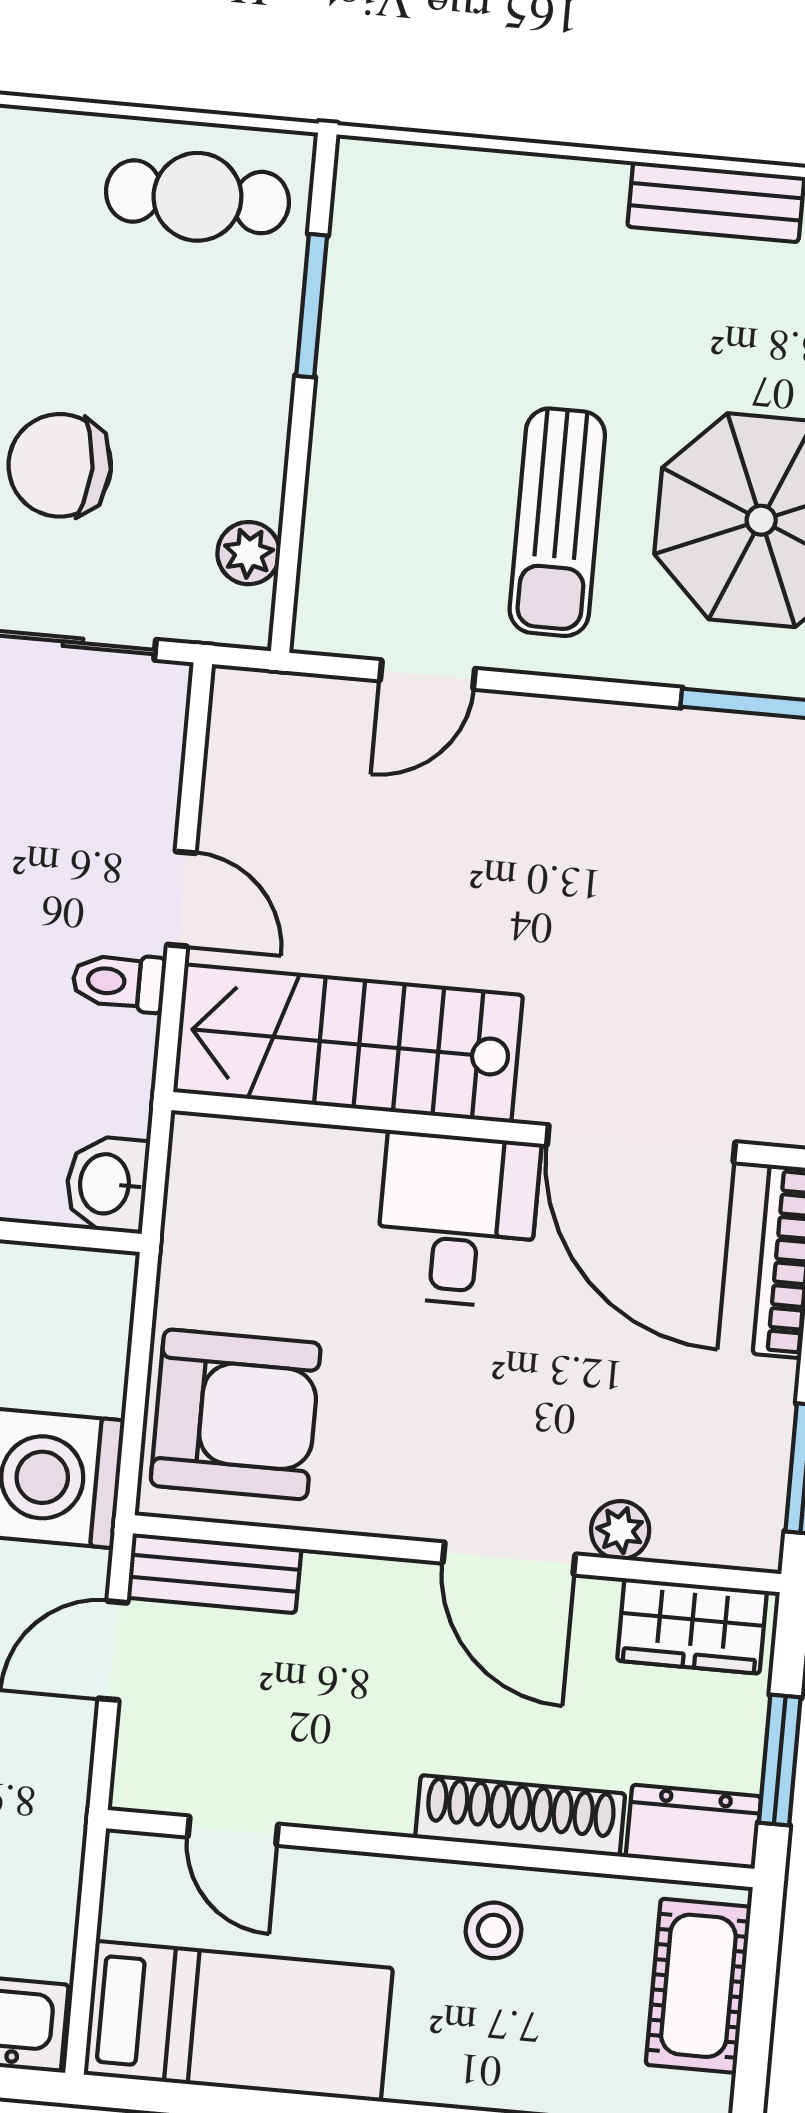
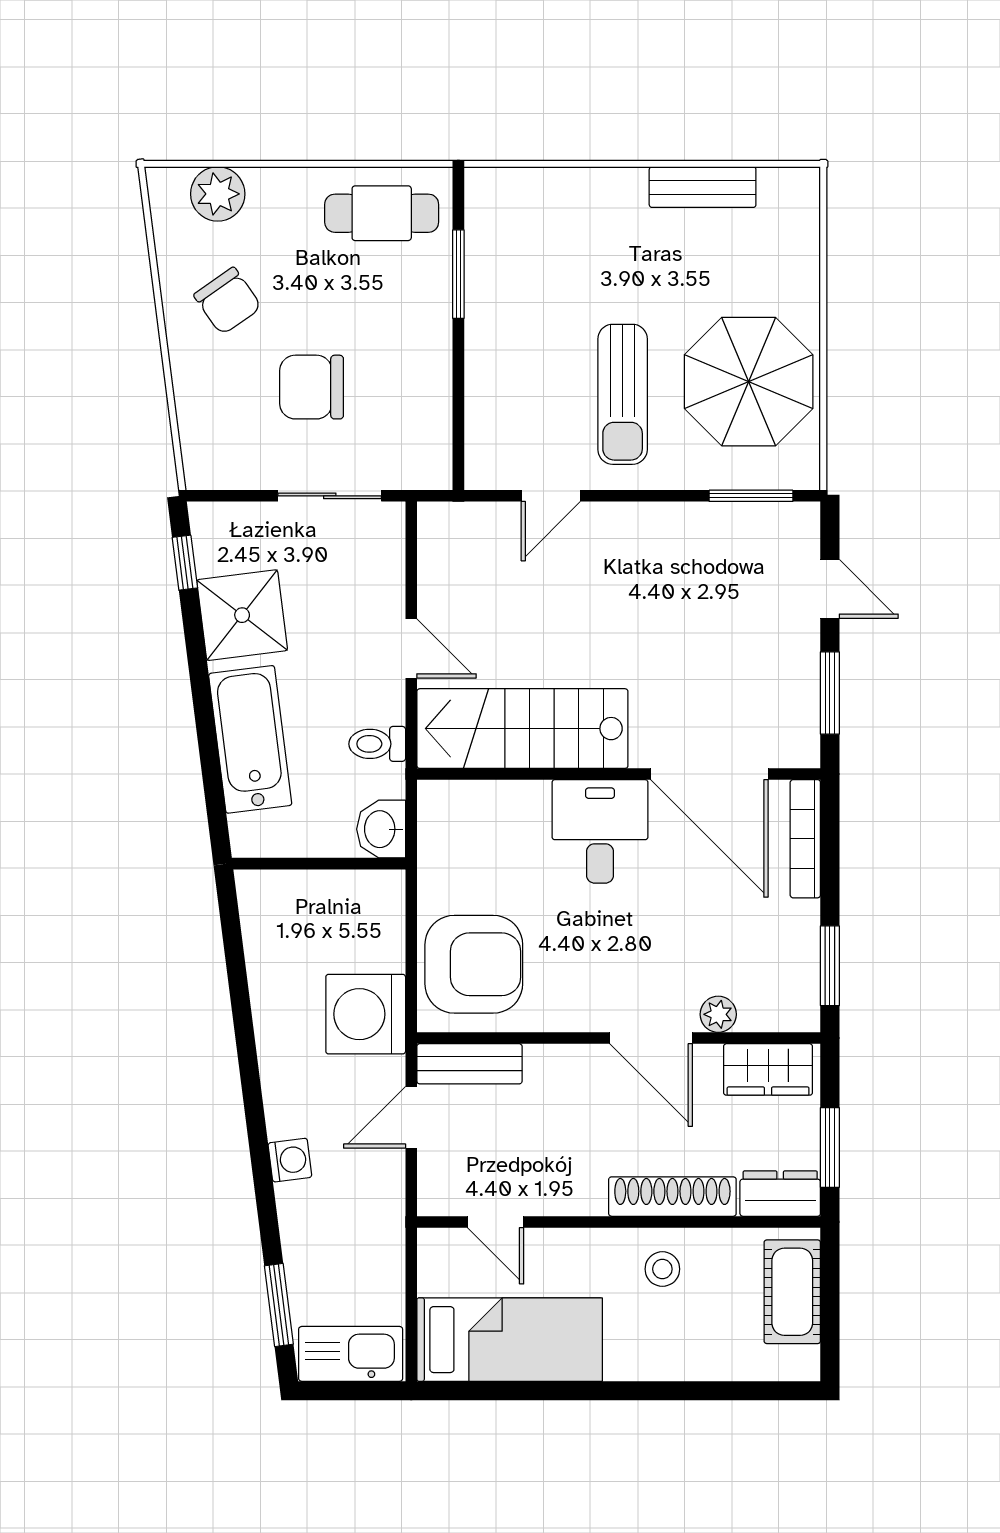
plant: (249, 553) -> (433, 431), removed
toilet: (119, 982) -> (377, 744), moved

